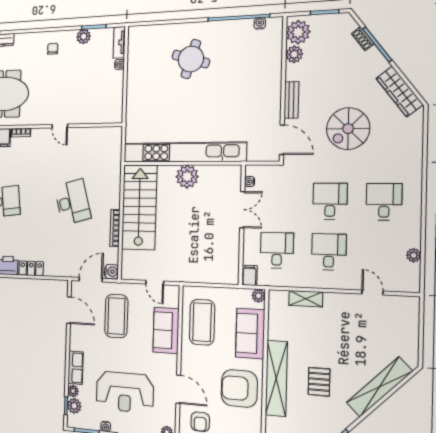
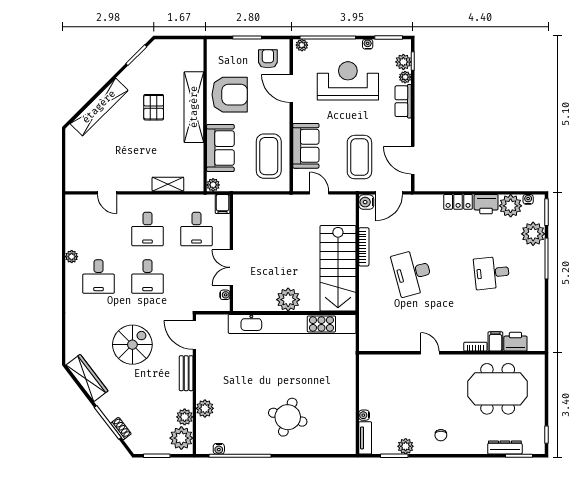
plant: (273, 64) -> (205, 408), added
plant: (414, 255) -> (72, 257), moved

